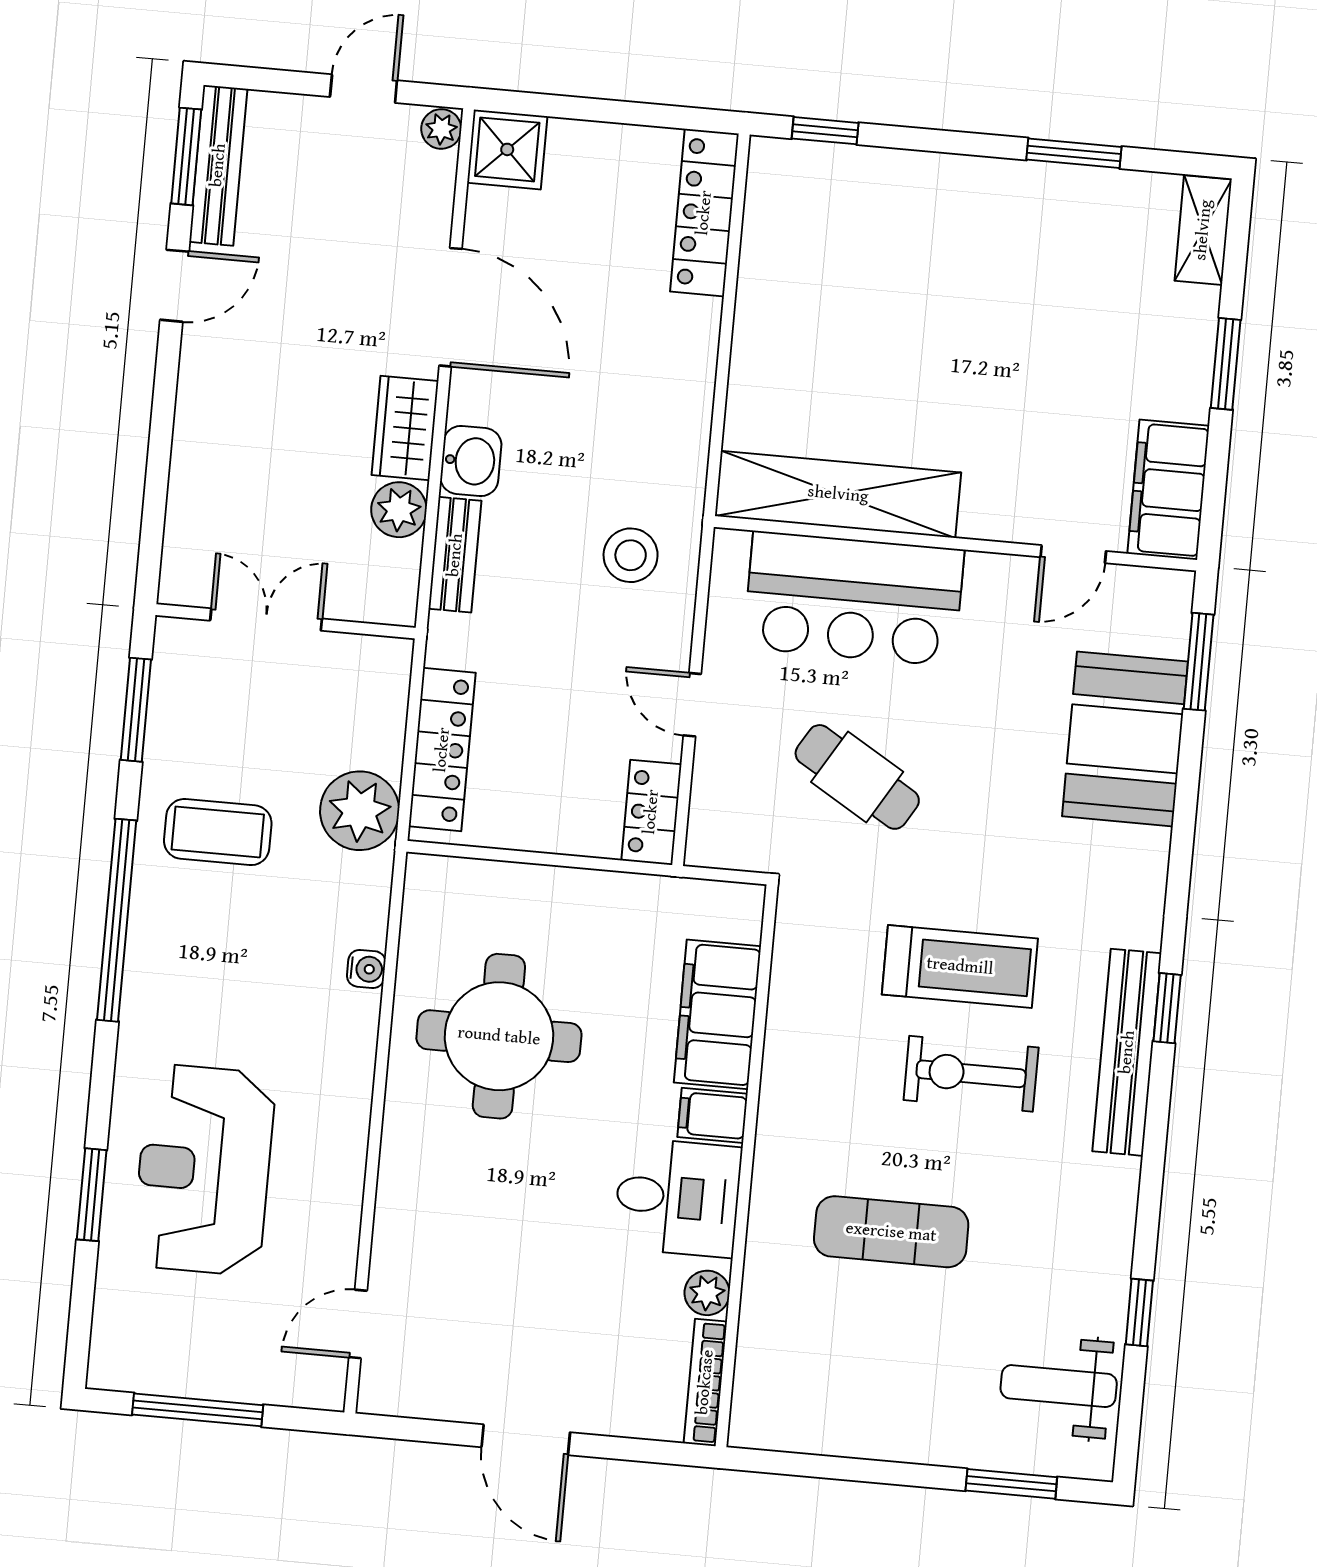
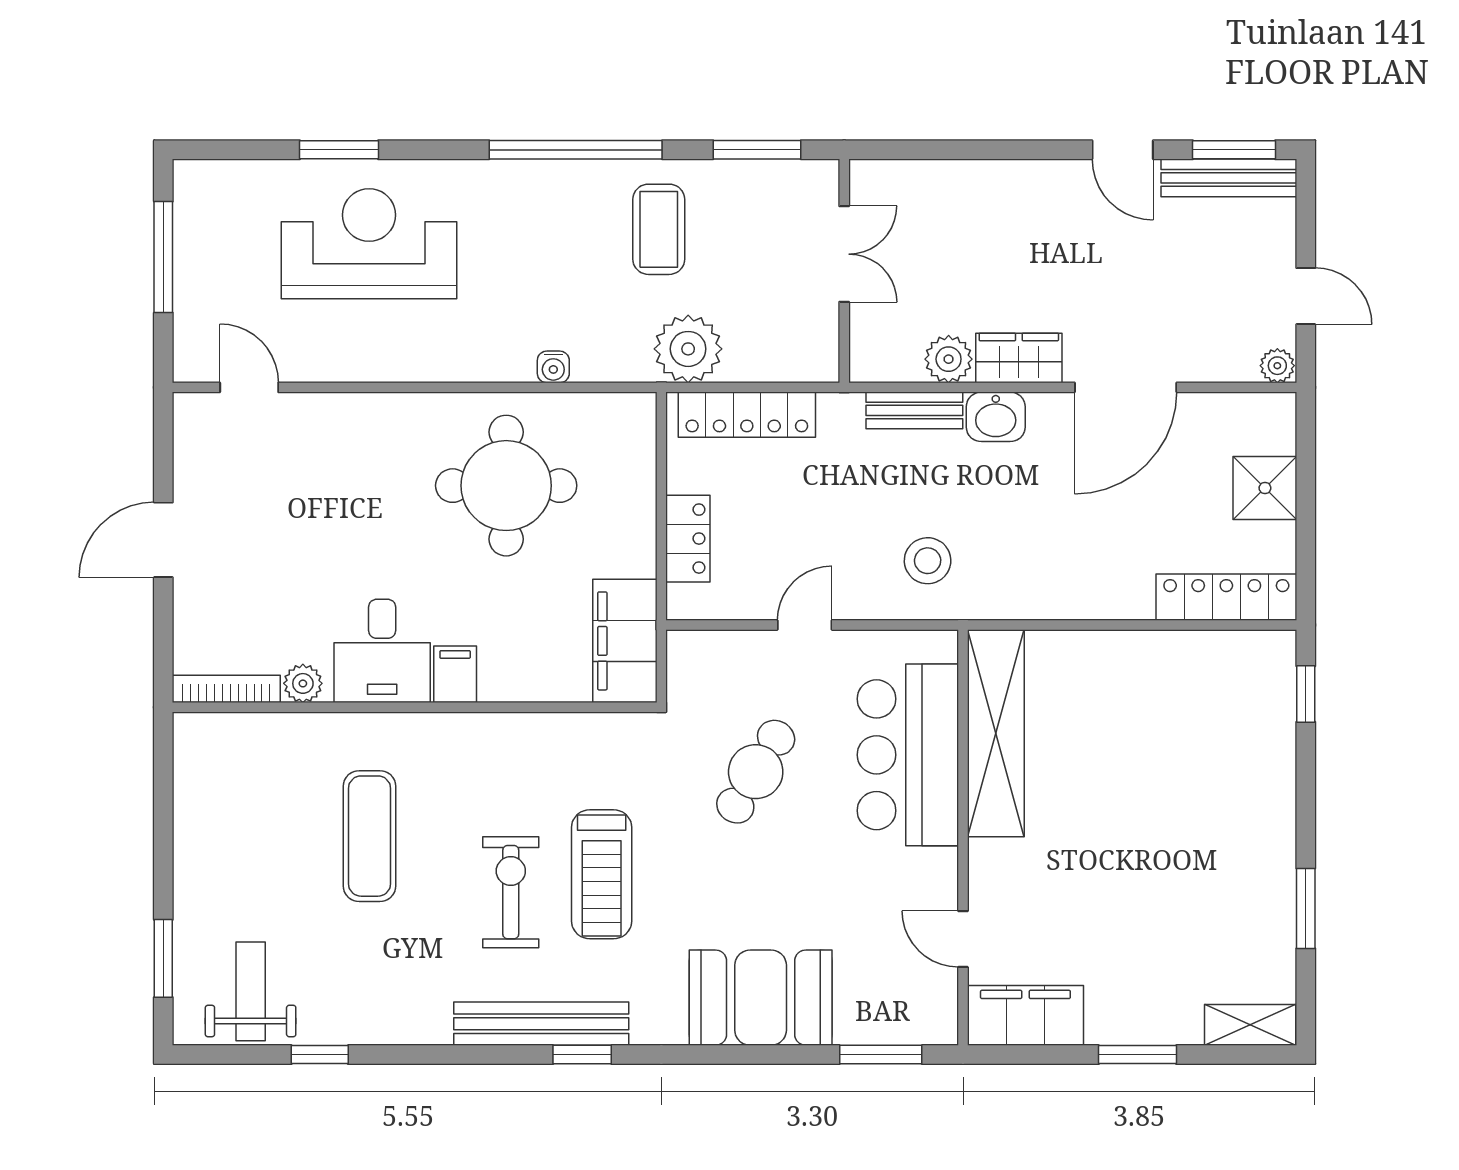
shower: (507, 149) -> (1265, 488), moved
booth: (1125, 739) -> (761, 998), moved
locker: (651, 812) -> (688, 539), moved, turned 90
filing cabinet: (717, 1014) -> (625, 641), moved, turned -90

